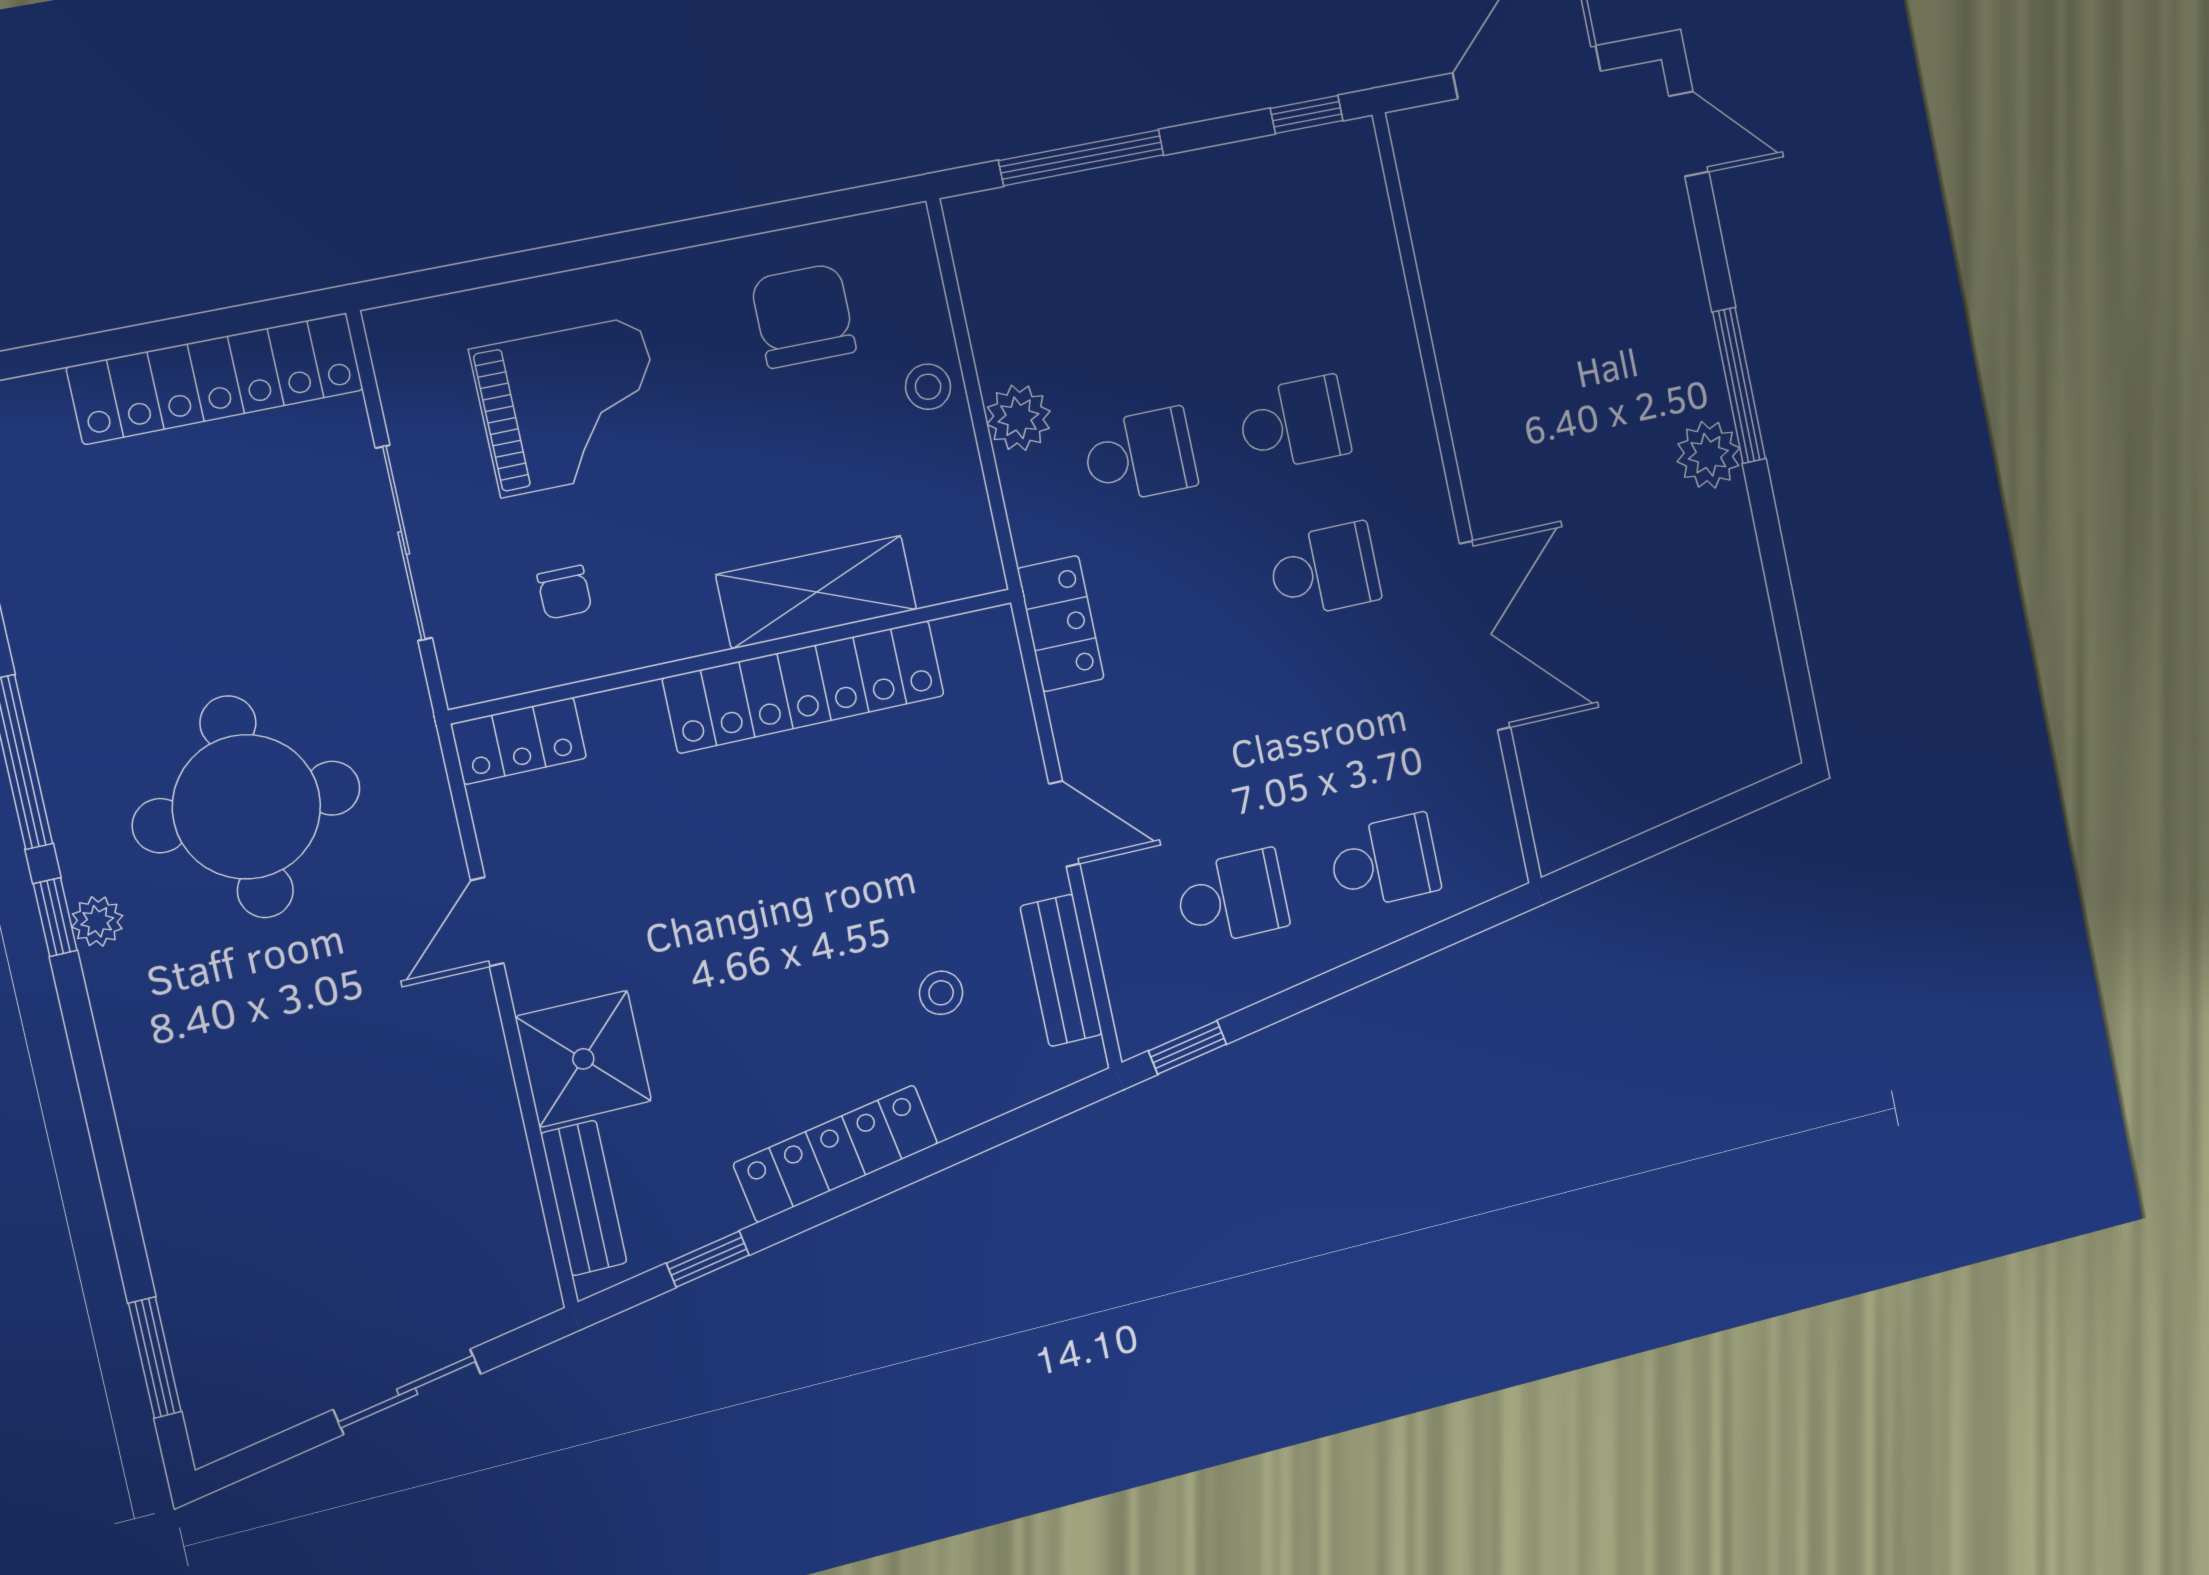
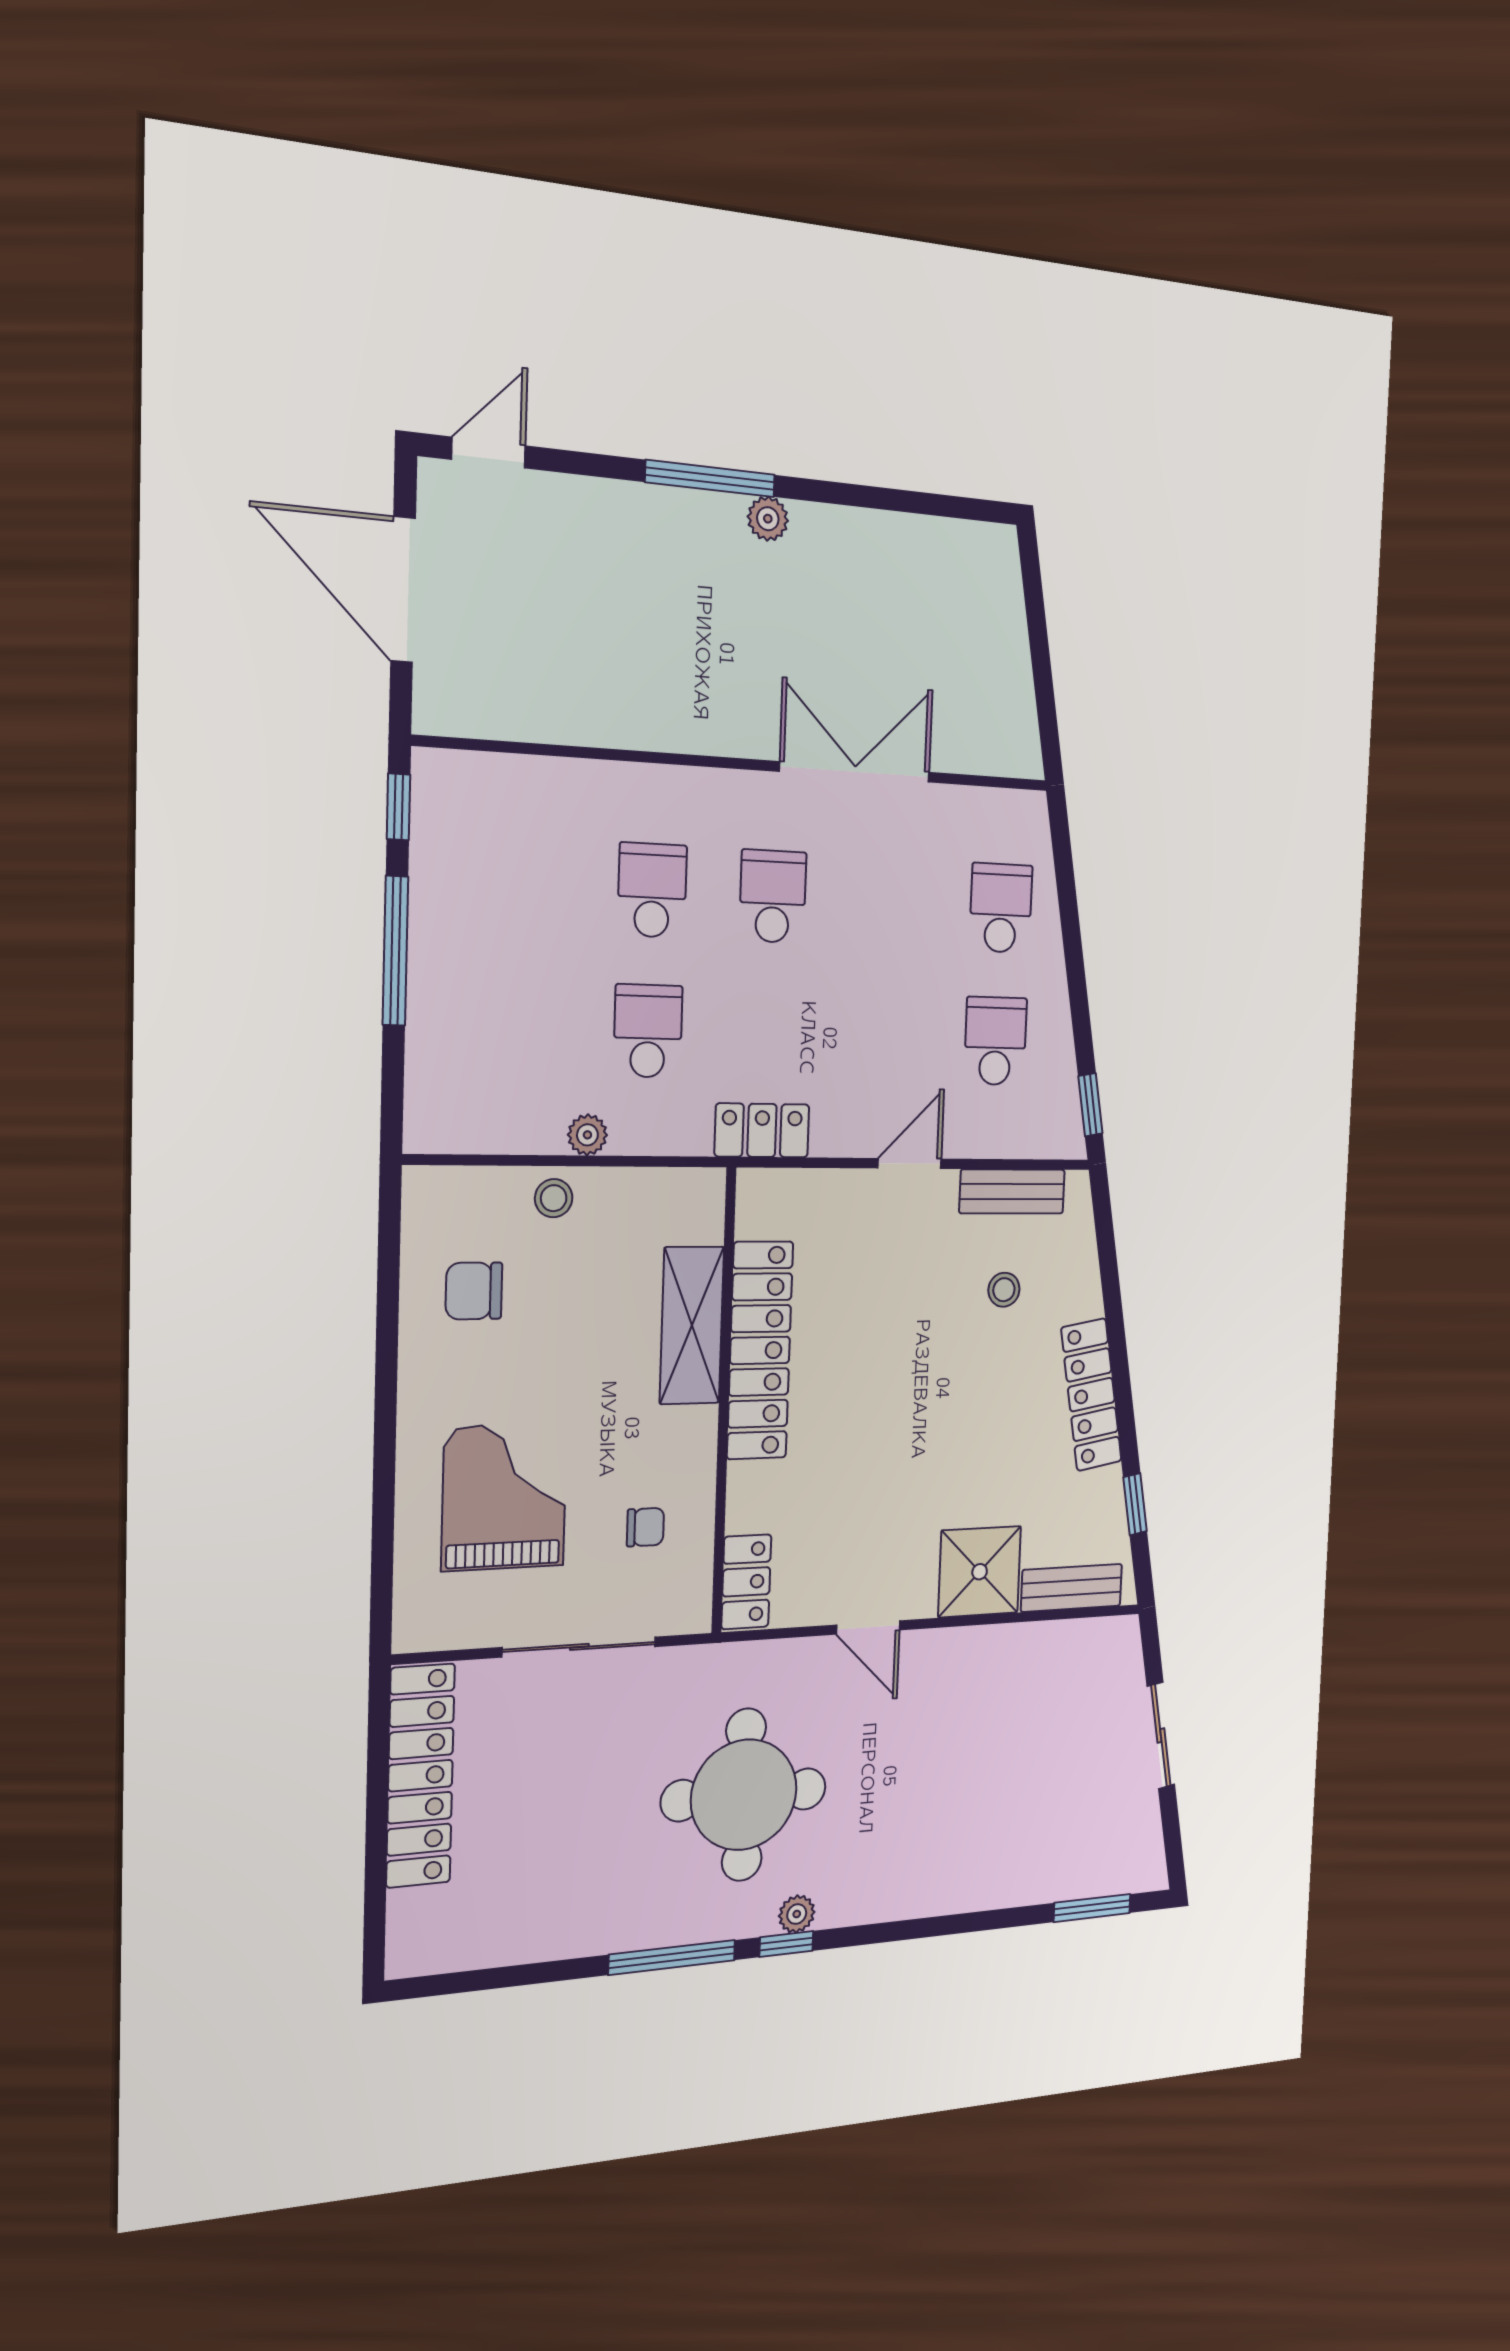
window: (1081, 158) -> (395, 951), moved
chair: (803, 316) -> (474, 1291), width x0.73, depth x0.73
plant: (1018, 418) -> (587, 1135), width x0.73, depth x0.73
plant: (1708, 455) -> (768, 519), width x0.73, depth x0.73

